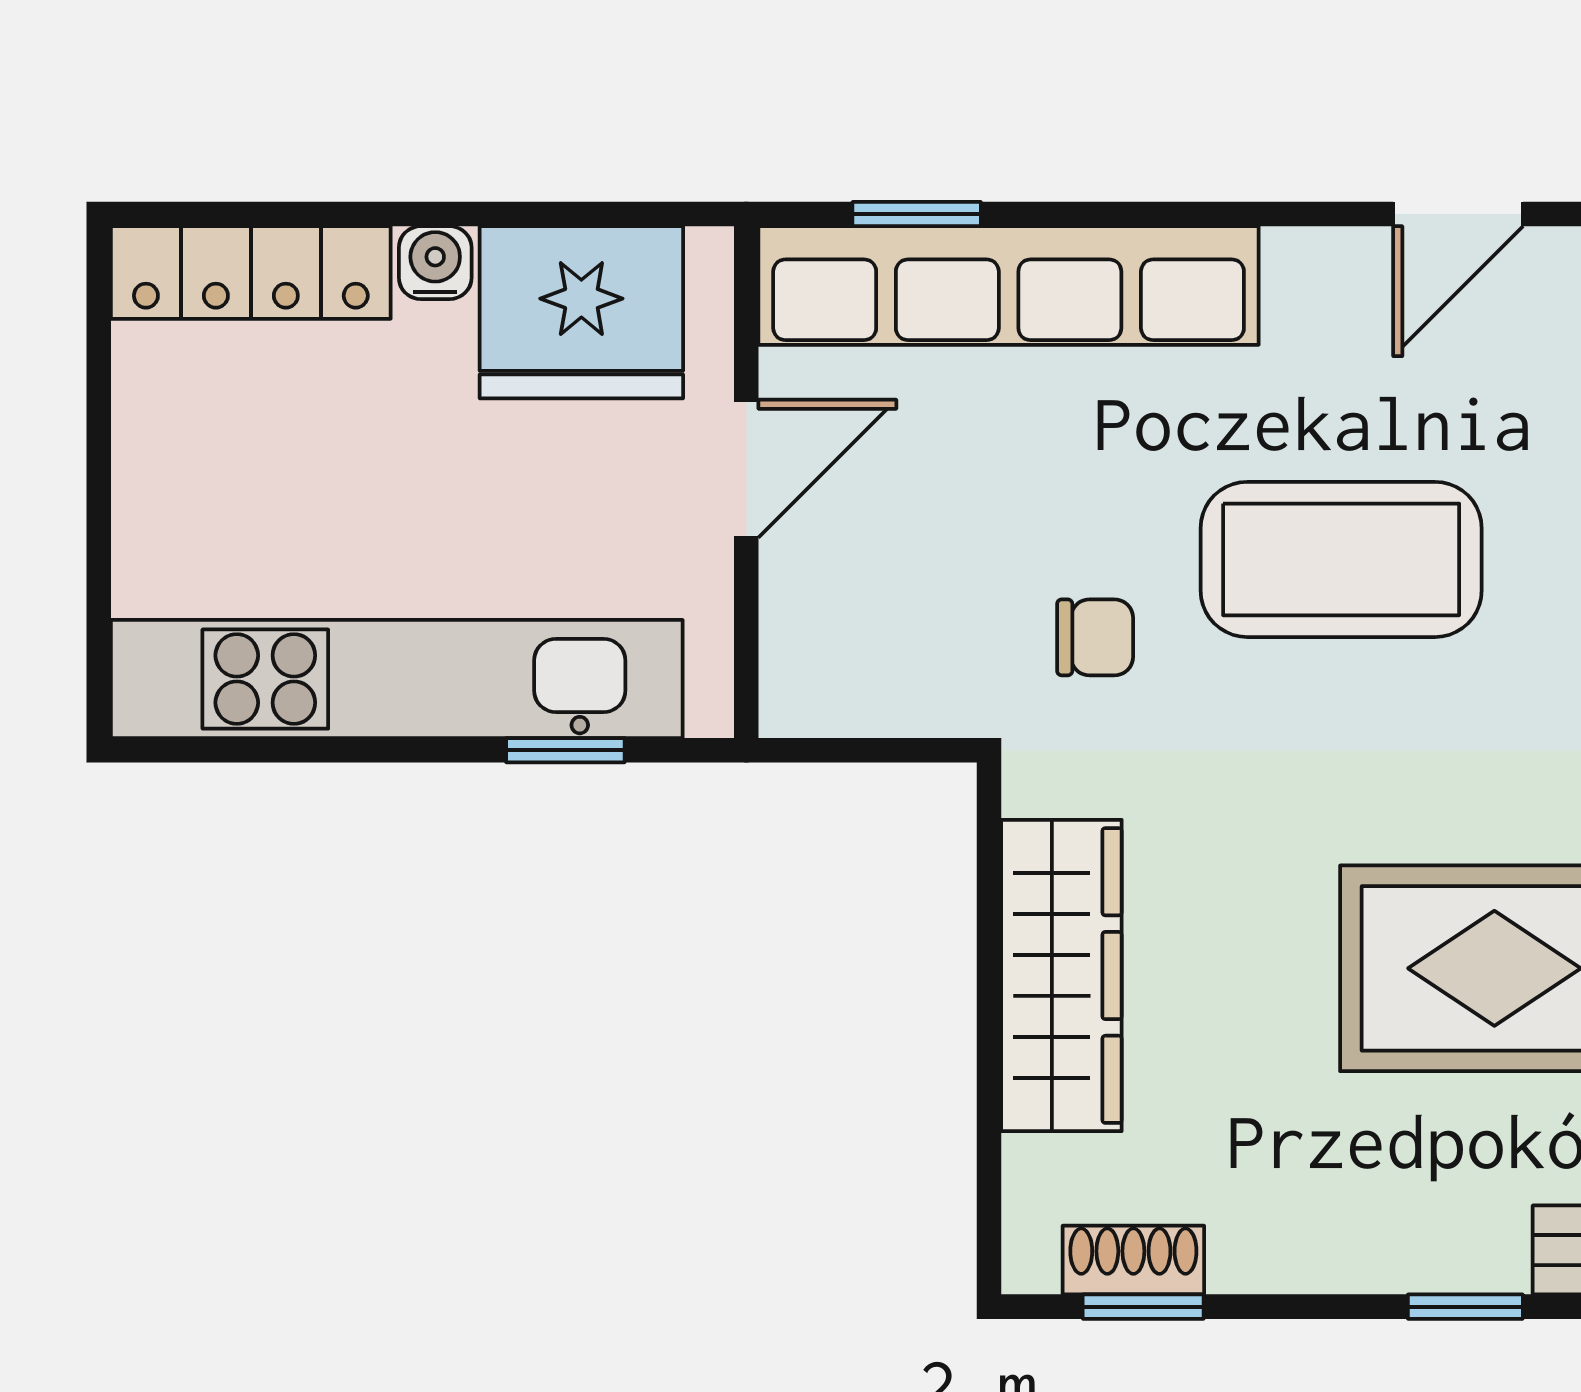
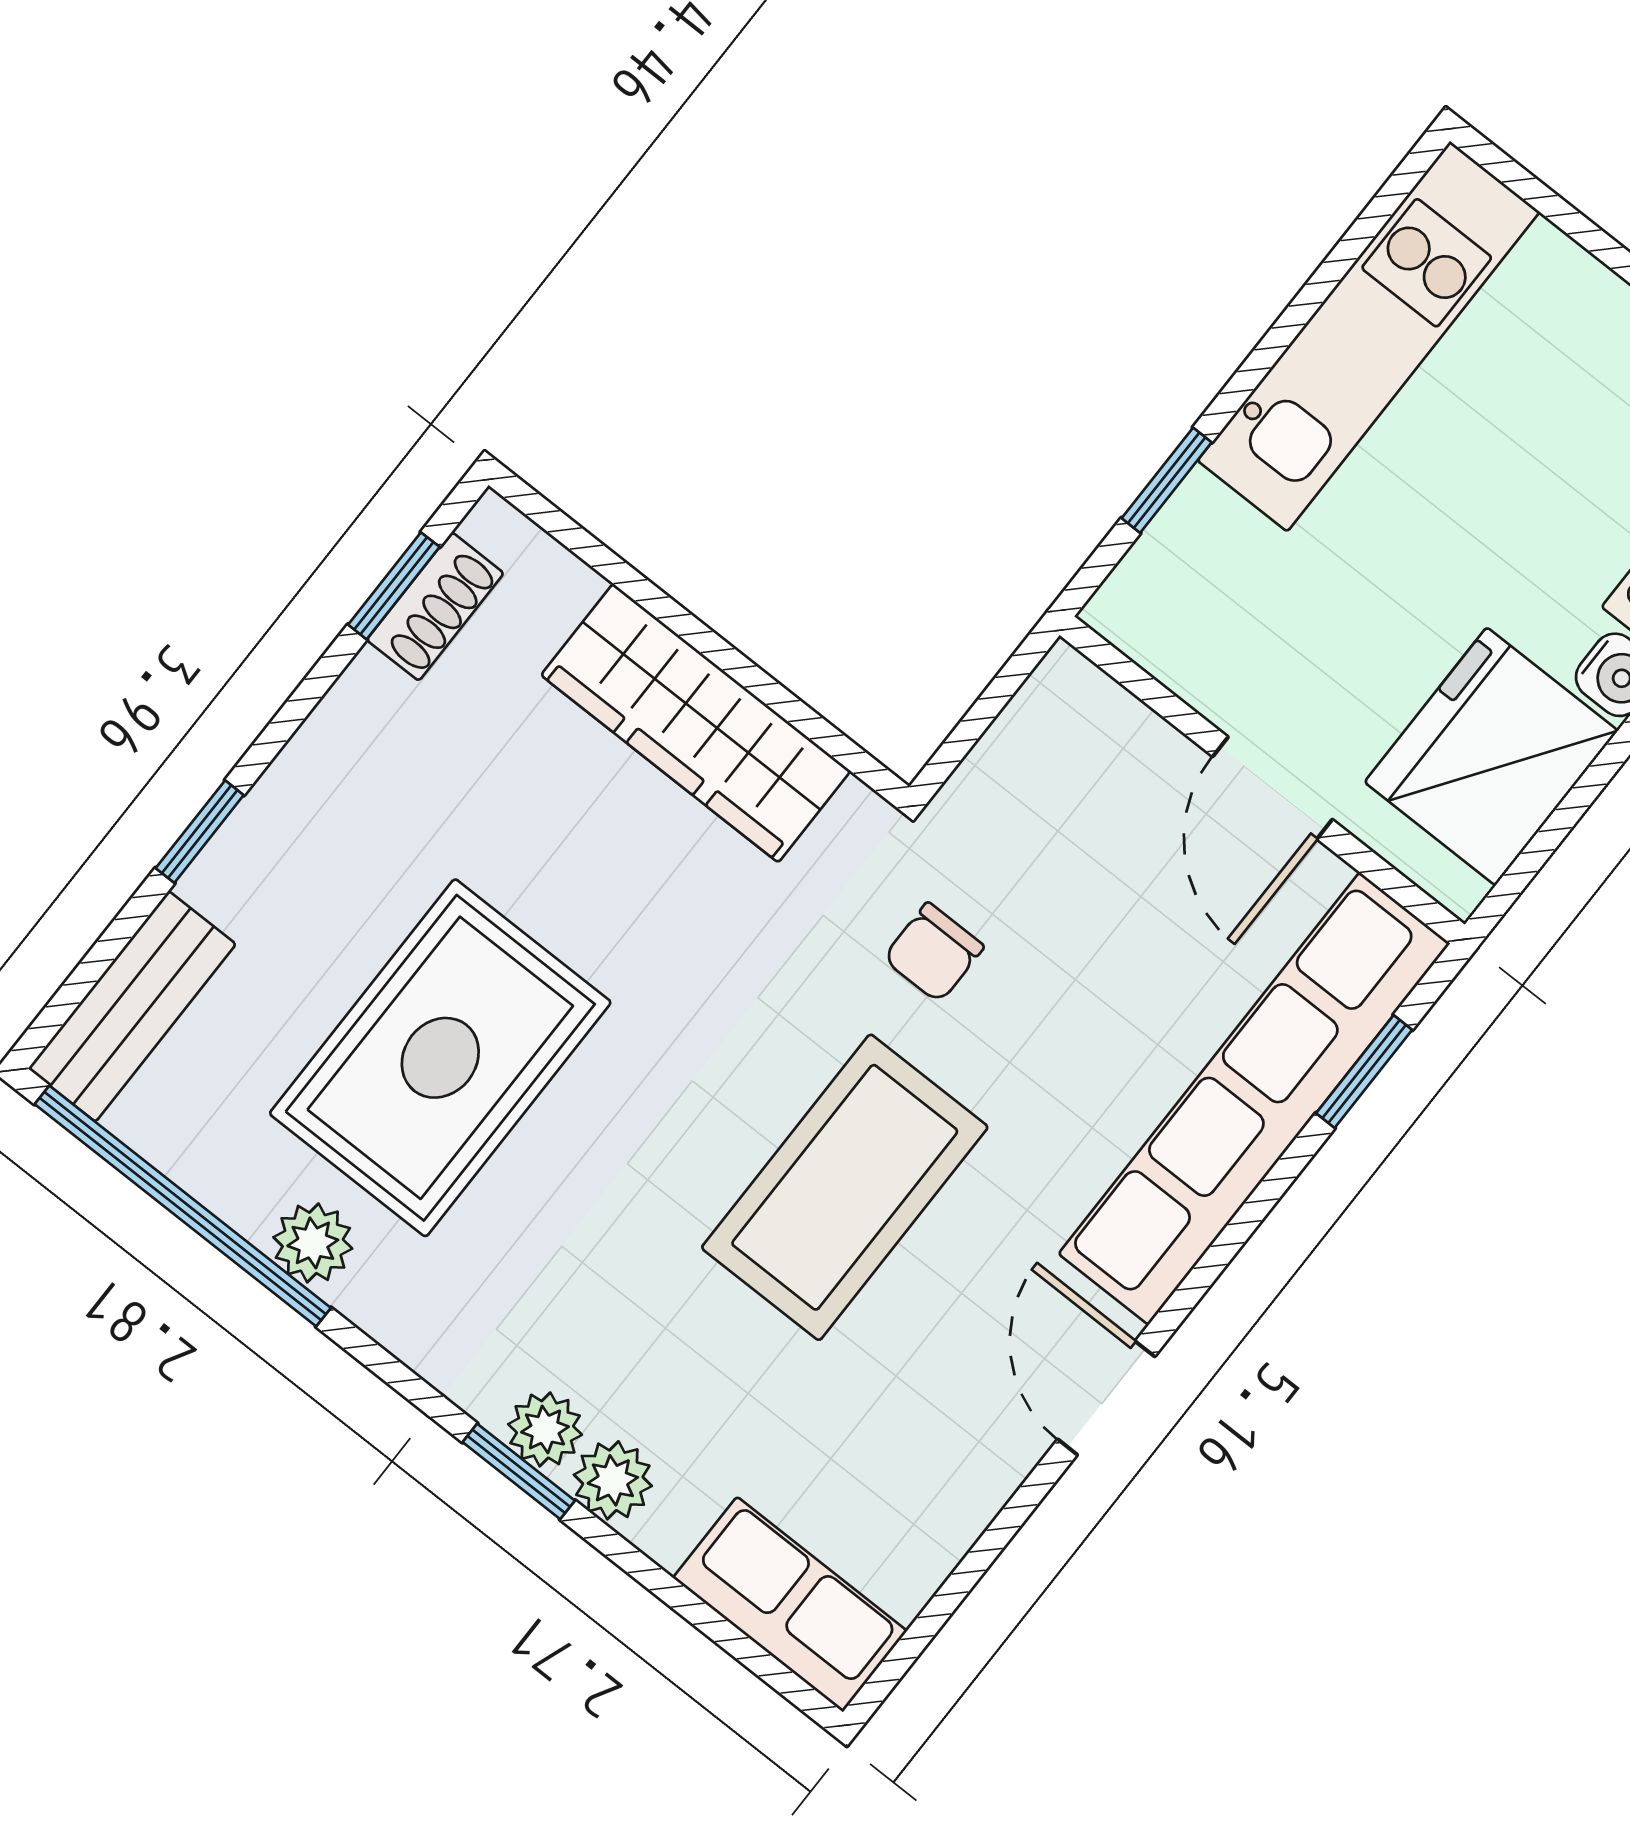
door: (1458, 214) -> (1106, 1398), moved
kitchen unit: (397, 679) -> (1369, 336), width x0.73

